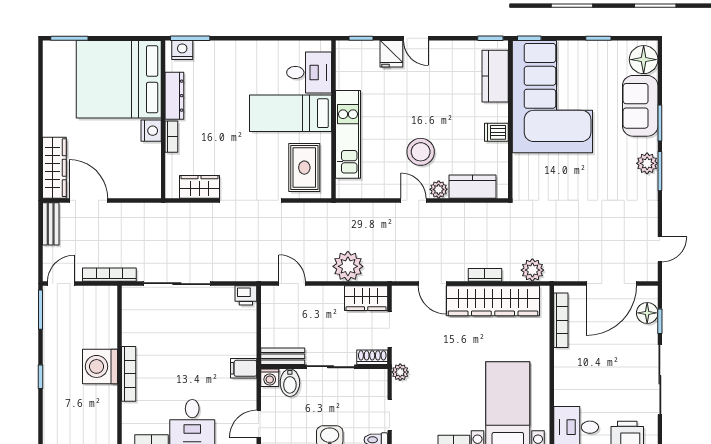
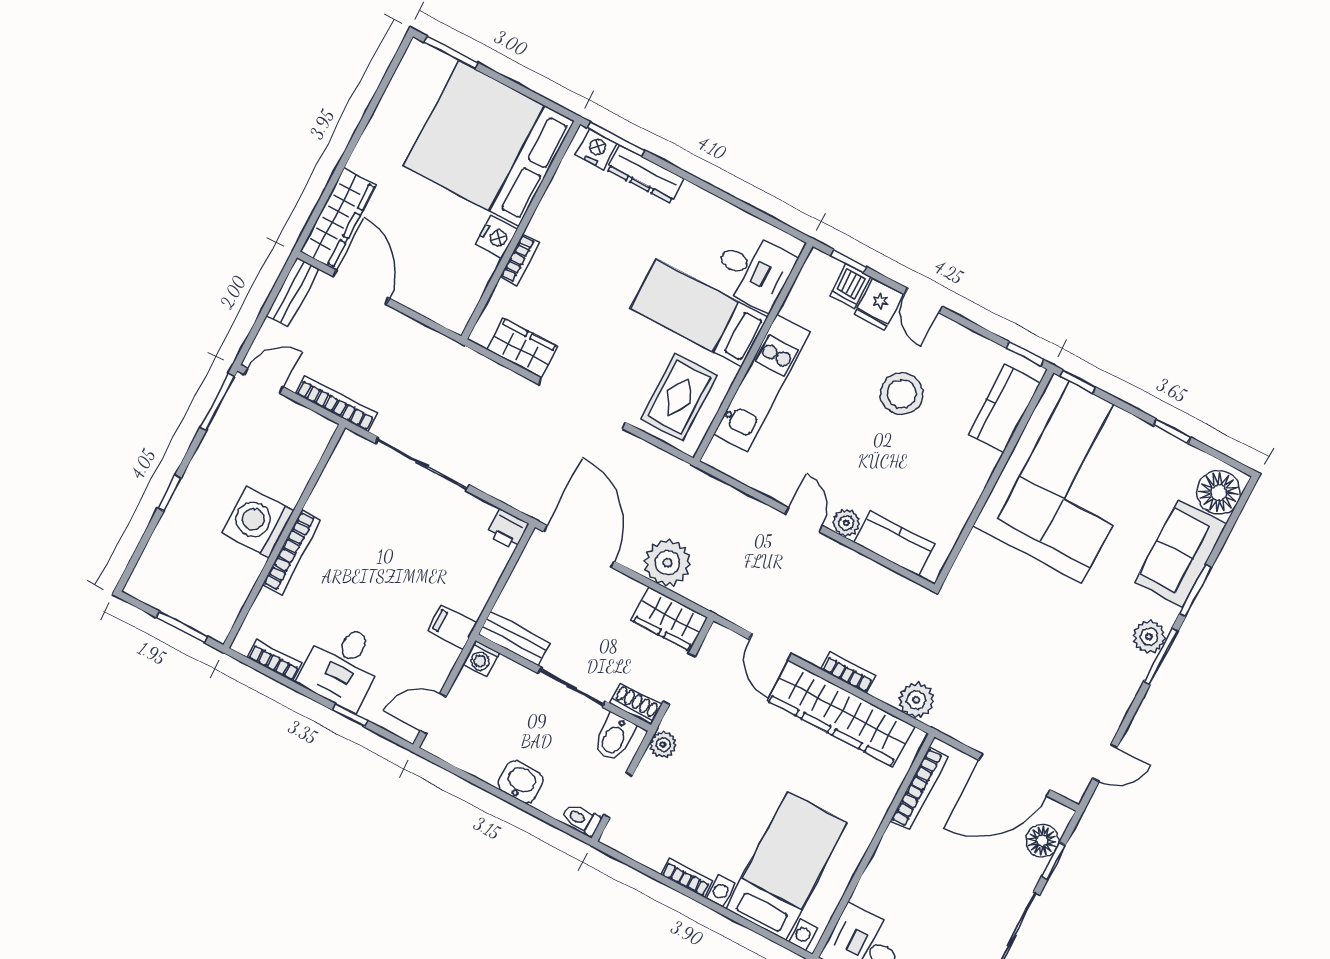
dresser: (174, 96) -> (645, 174), moved, turned 90
dishwasher: (496, 132) -> (850, 286), moved, turned -90
stool: (421, 152) -> (902, 394), moved
door: (292, 284) -> (579, 546), width x1.88
bidet: (290, 383) -> (614, 737), moved

